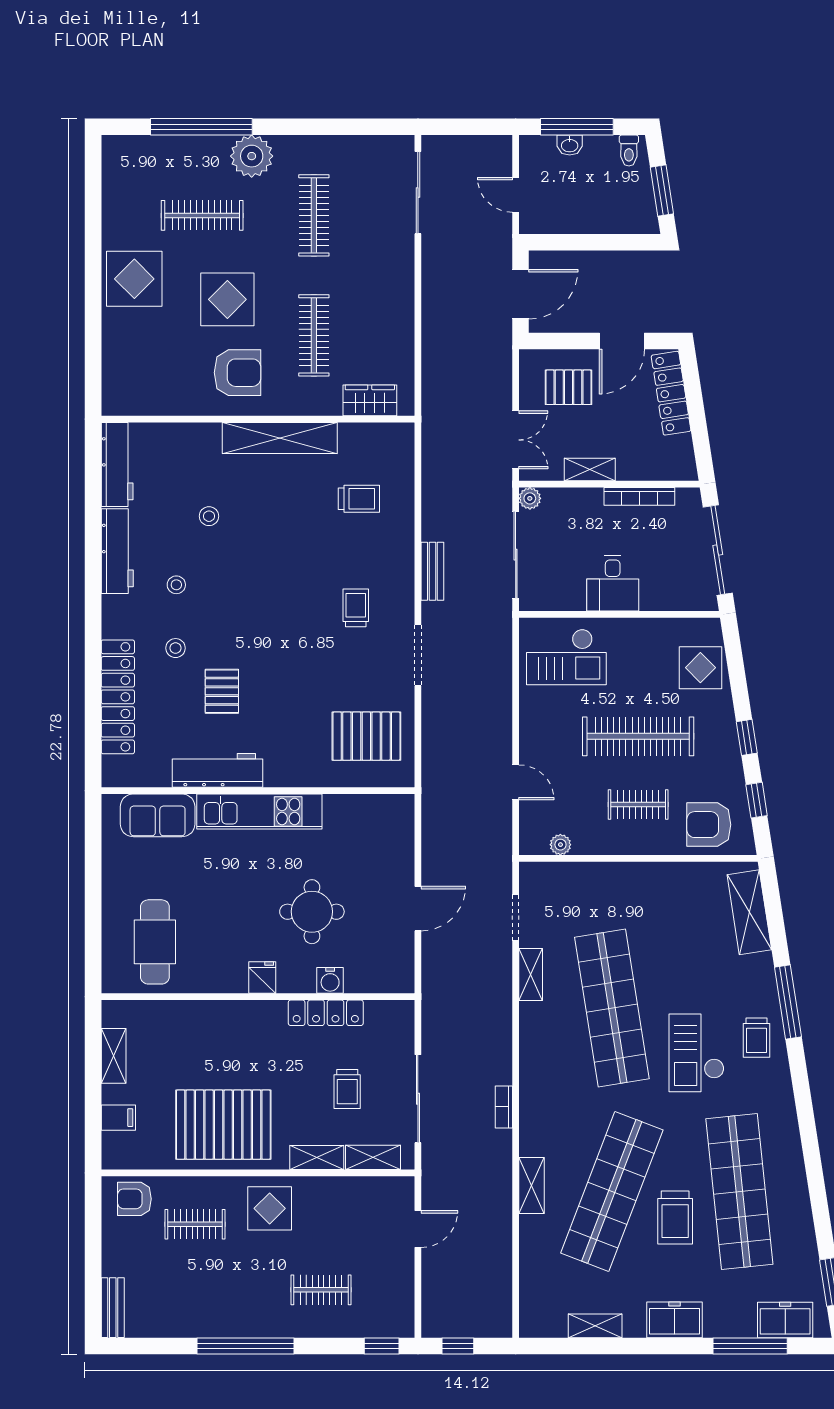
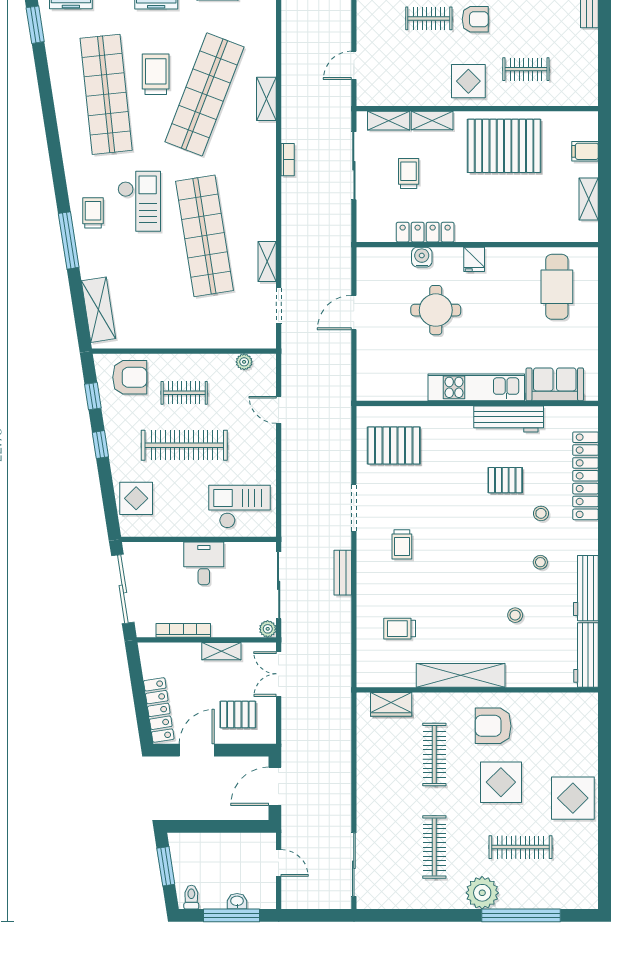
pallet: (222, 691) -> (505, 480), turned 90
armchair: (134, 1199) -> (475, 19), moved

